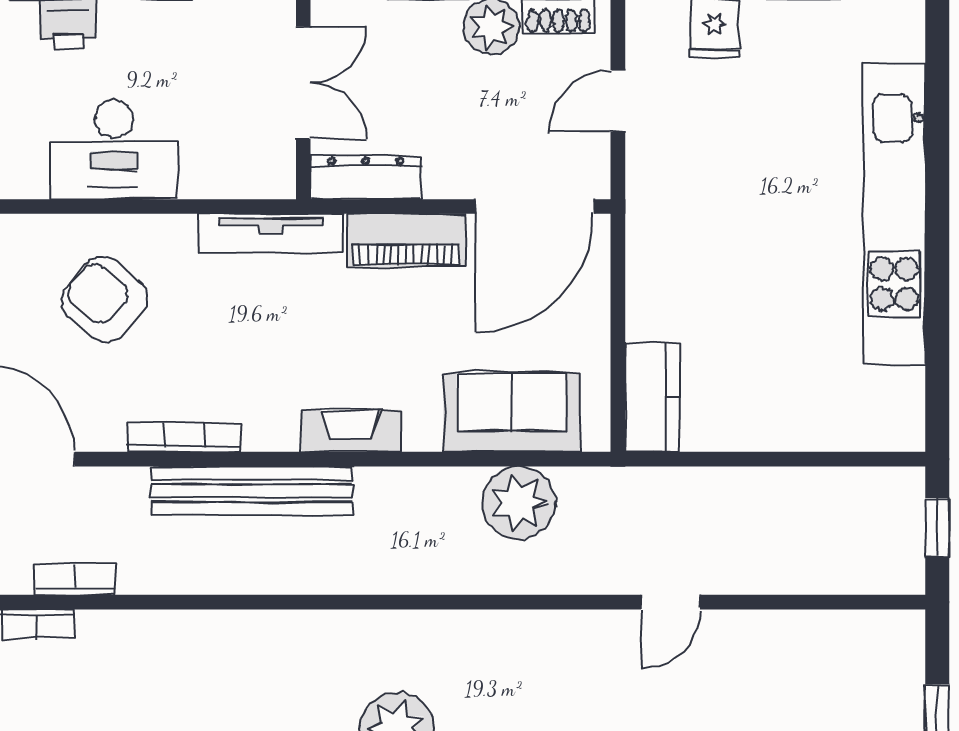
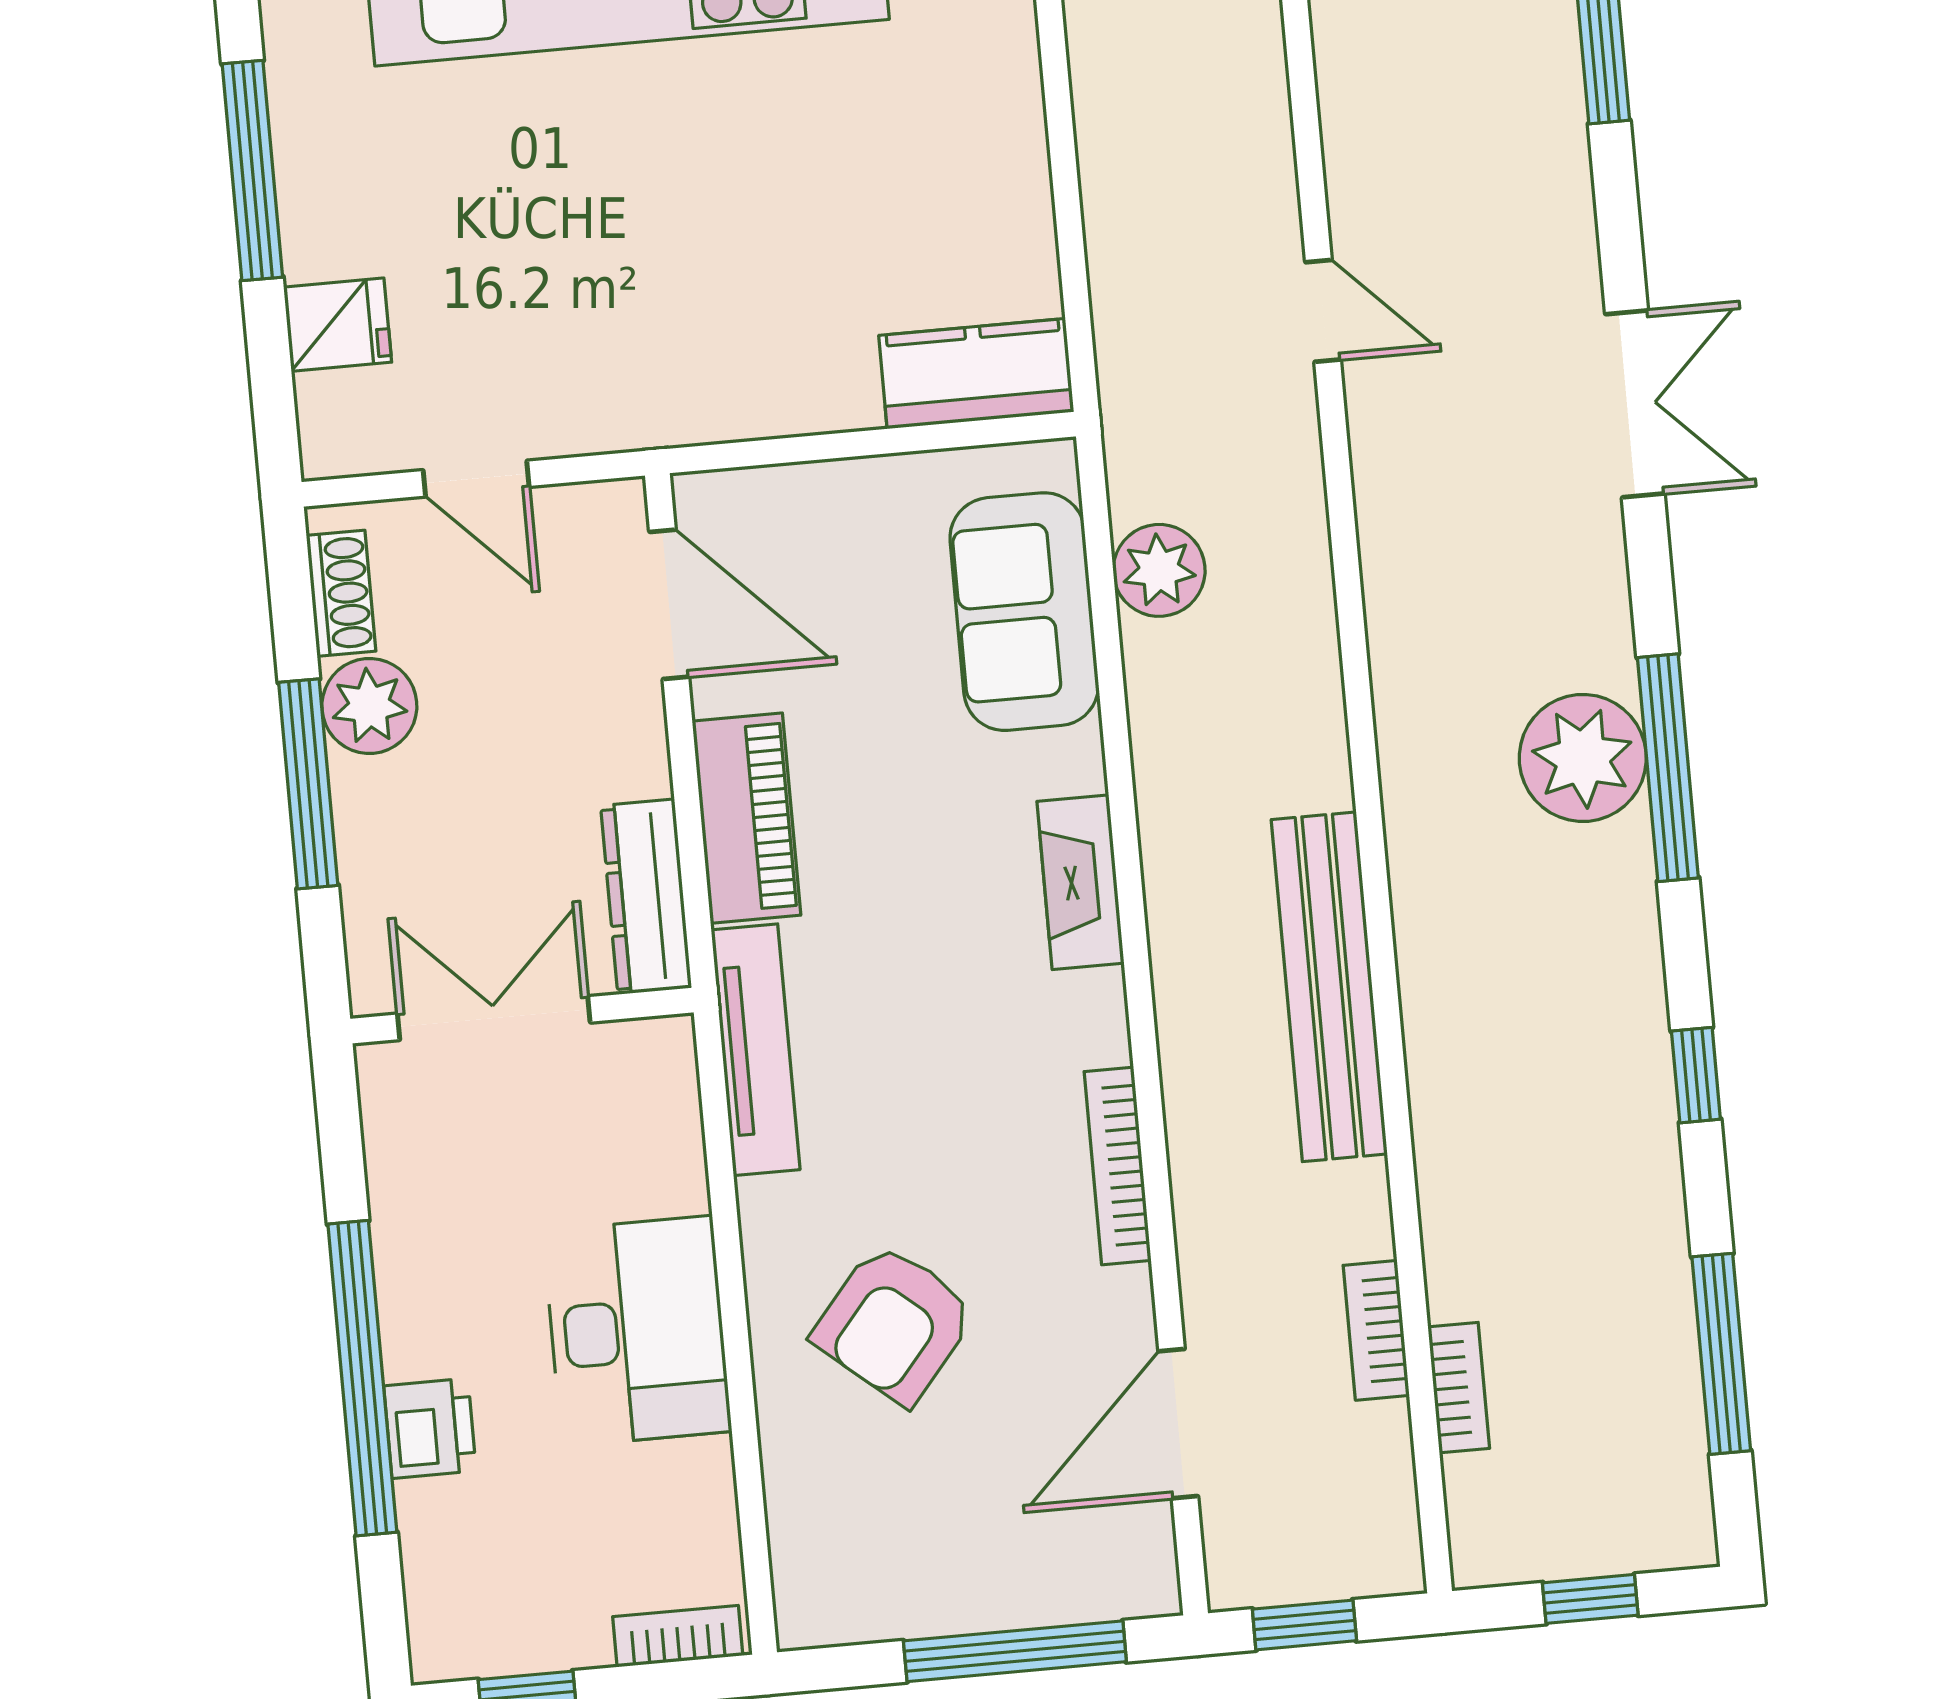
door: (535, 206) -> (669, 604), width x0.73
bench: (252, 491) -> (1329, 987), moved
plant: (519, 503) -> (1159, 570), width x0.73, depth x0.73

